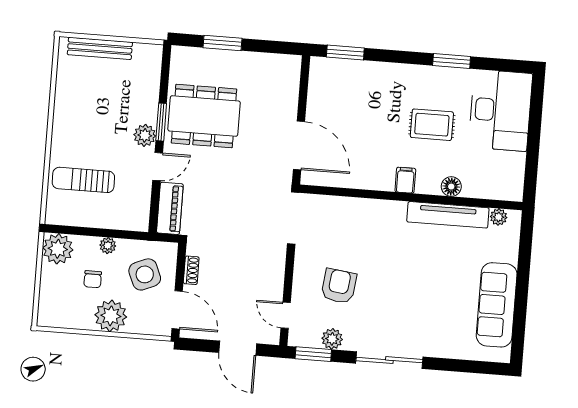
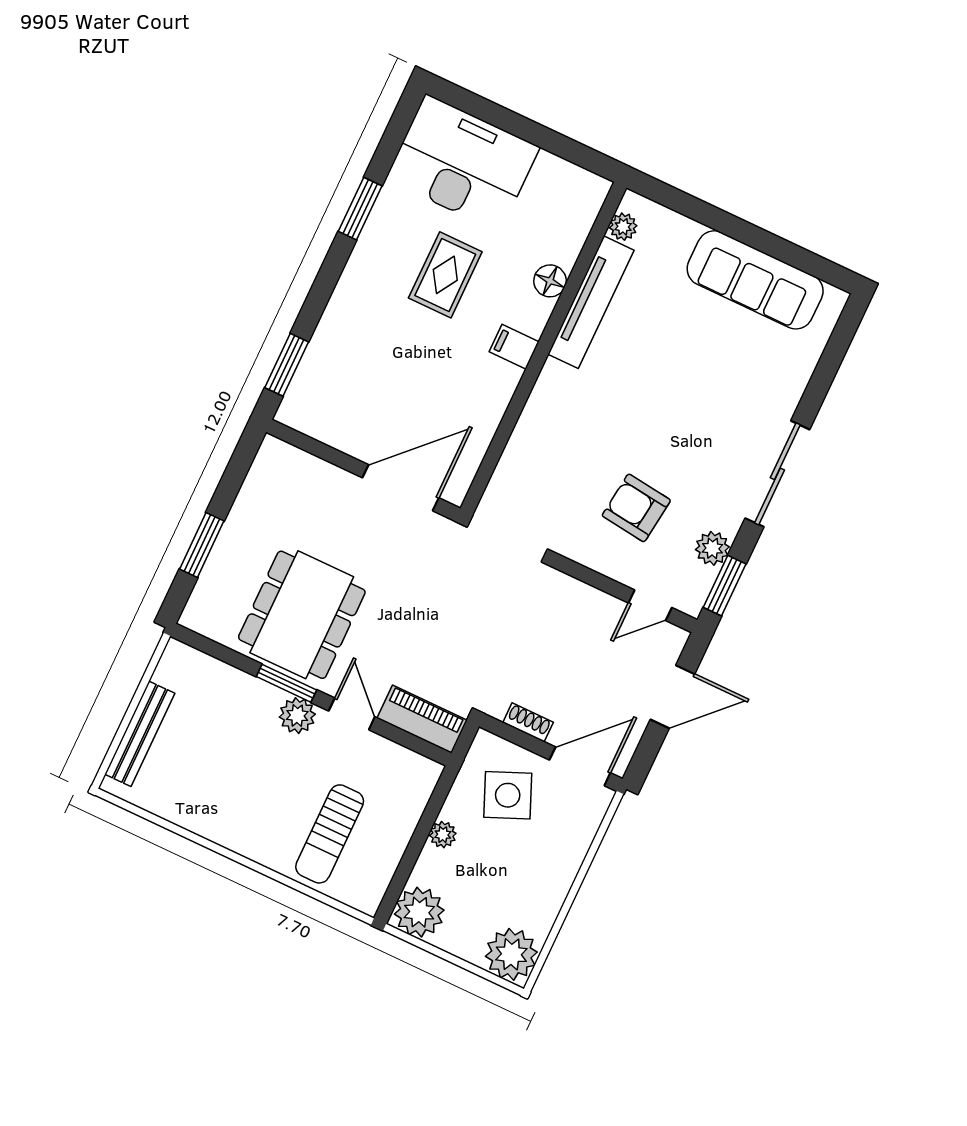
chair: (93, 279) -> (485, 877), removed
plant: (111, 316) -> (511, 954), moved

